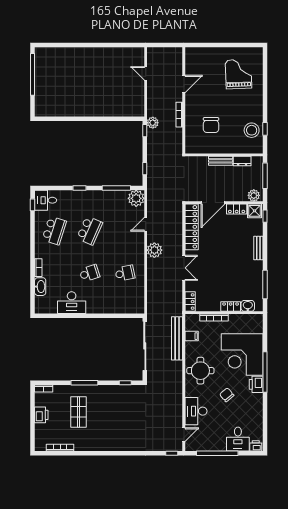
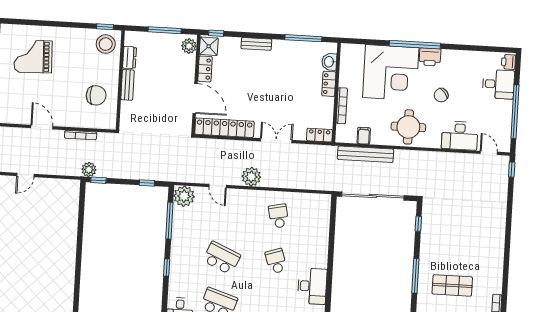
wall: (224, 155) -> (120, 80), moved
bench: (221, 161) -> (128, 85), moved
dresser: (242, 161) -> (129, 58), moved

